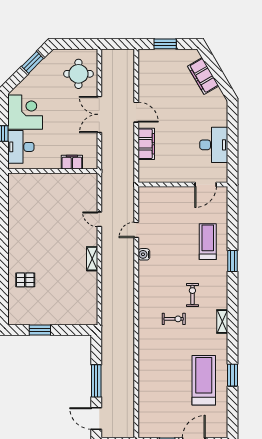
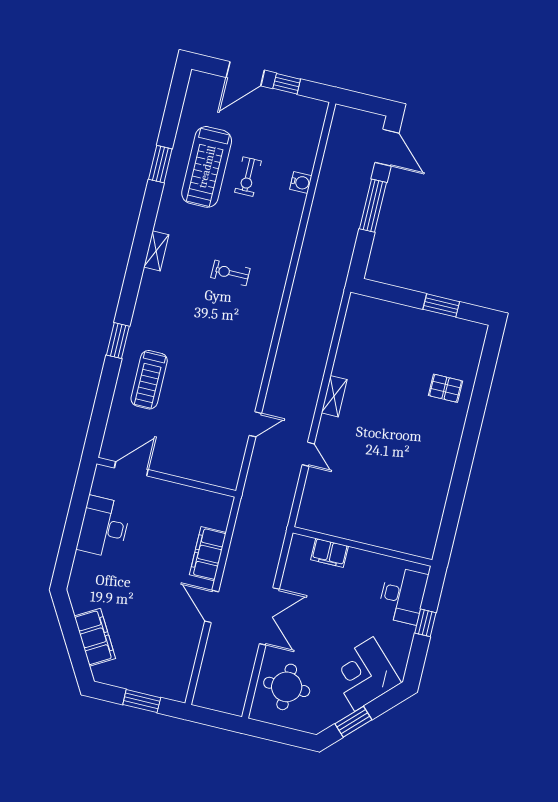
corner desk: (25, 112) -> (364, 674), moved, turned 45
water cooler: (144, 254) -> (301, 182), moved
exercise bike: (192, 295) -> (248, 177), moved

